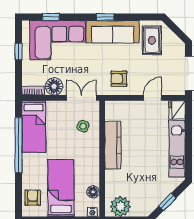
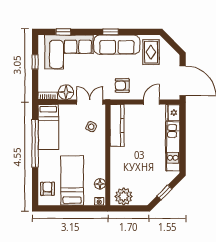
kitchen counter: (113, 145) -> (117, 125), moved

